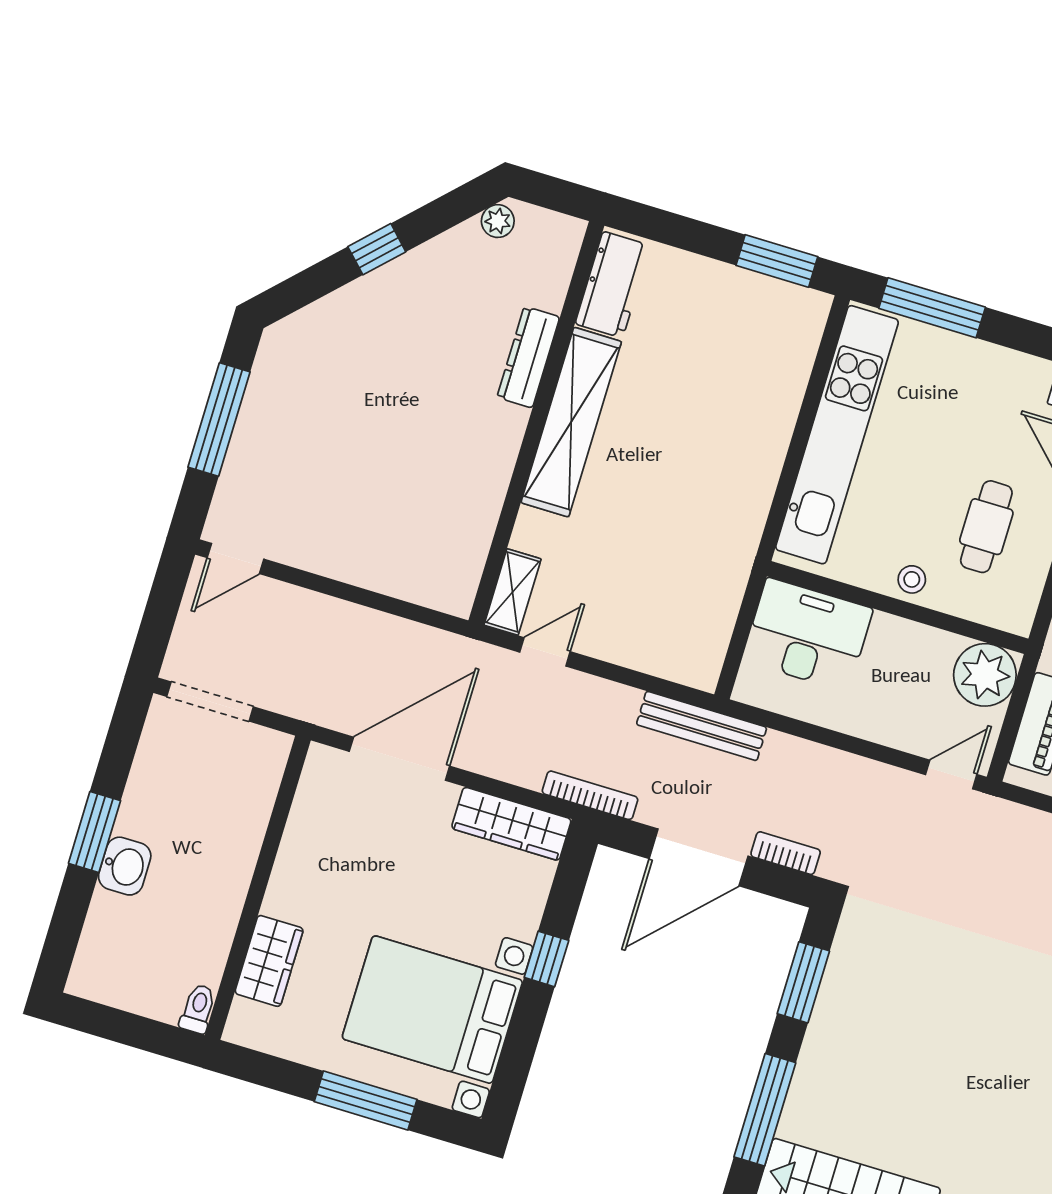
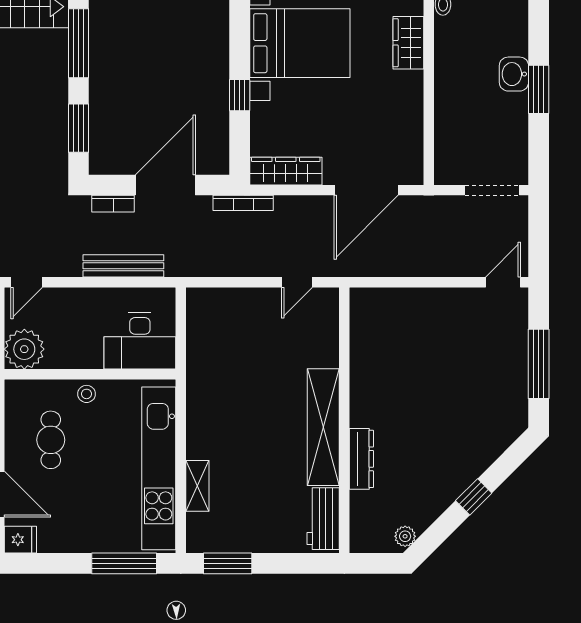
shelving: (513, 592) -> (197, 486), moved
bench: (702, 726) -> (123, 266), moved

